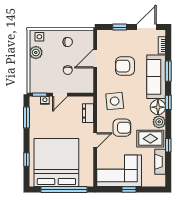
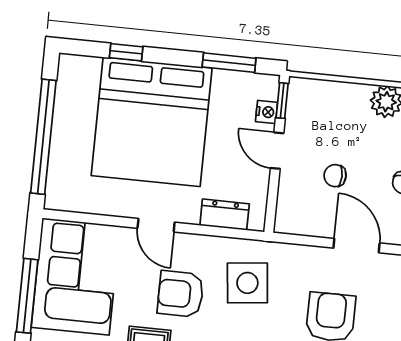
armchair: (122, 128) -> (180, 294), turned 90
bed: (56, 162) -> (152, 122), moved, turned 90
window: (129, 189) -> (27, 296), width x2.17

